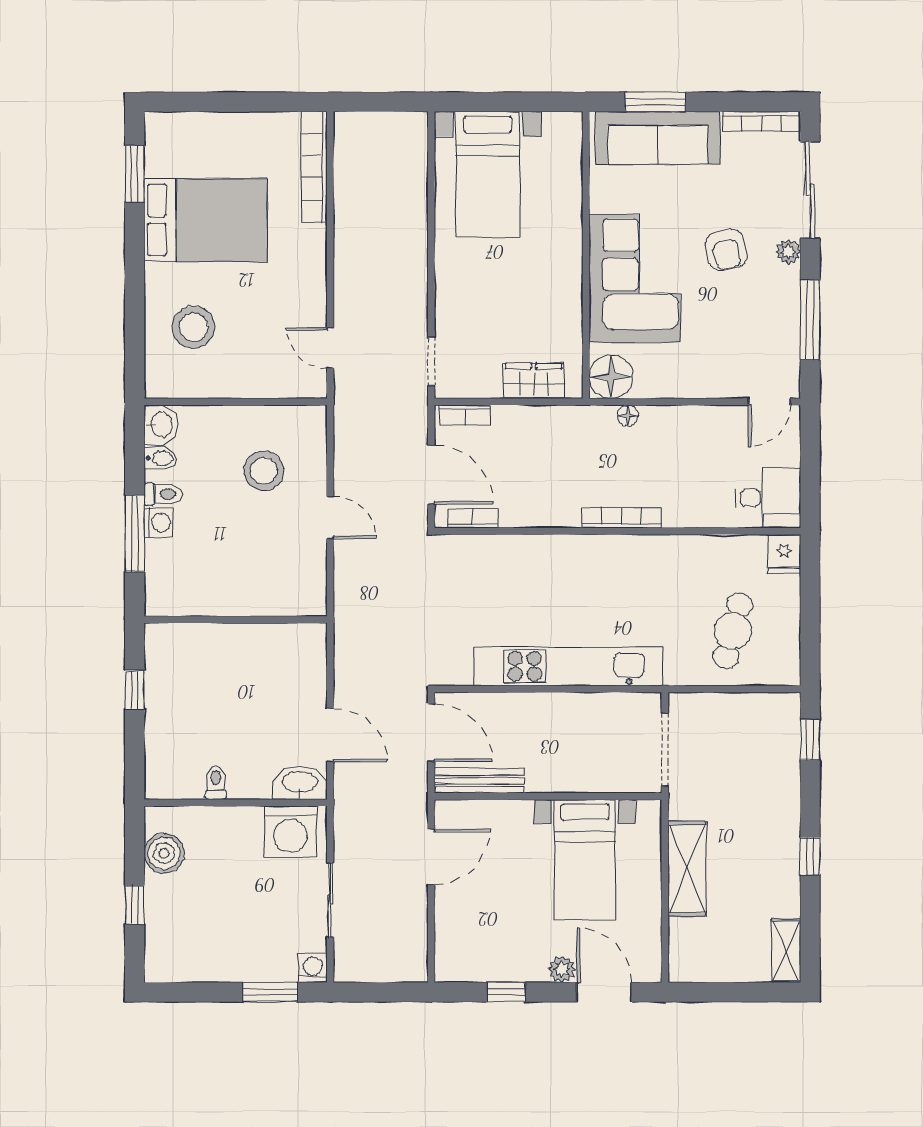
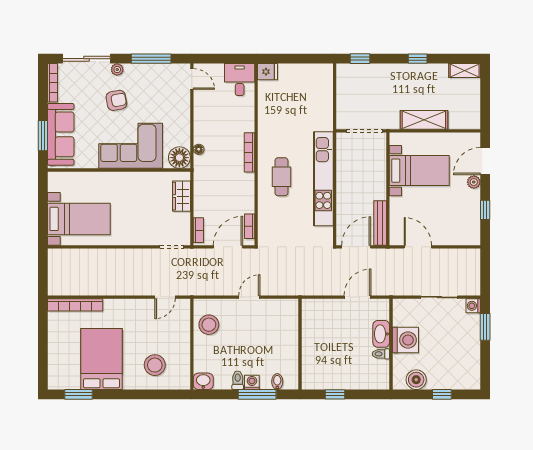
bidet: (160, 458) -> (277, 382), moved
stool: (264, 471) -> (209, 325), moved
cafe table: (733, 631) -> (281, 177), moved, turned 75
washbasin: (300, 783) -> (381, 334), moved
washing machine: (290, 832) -> (405, 340), moved

